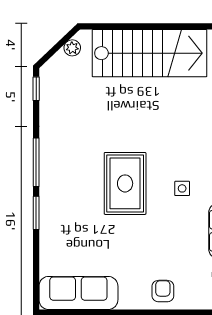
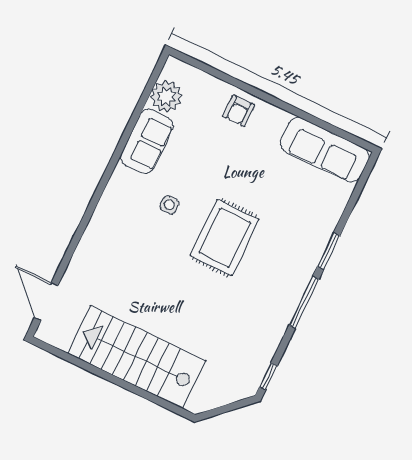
plant: (72, 48) -> (212, 400), removed

